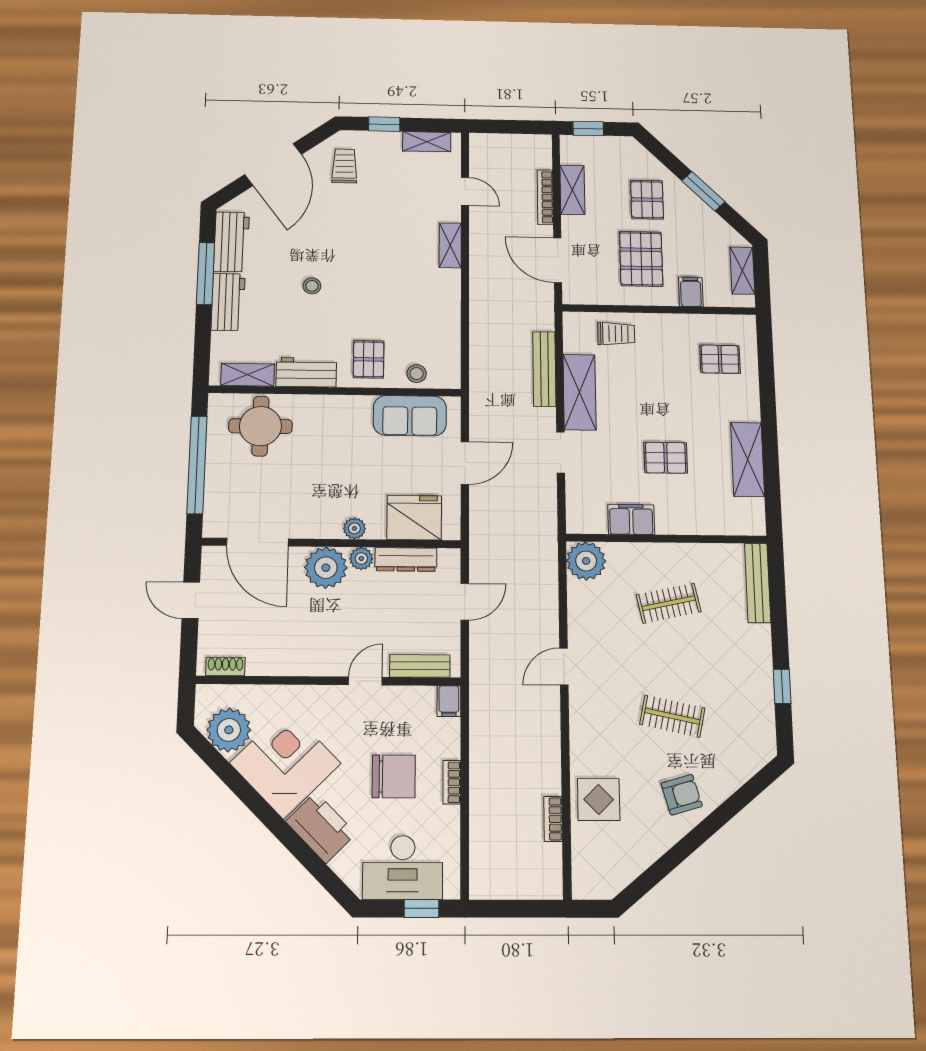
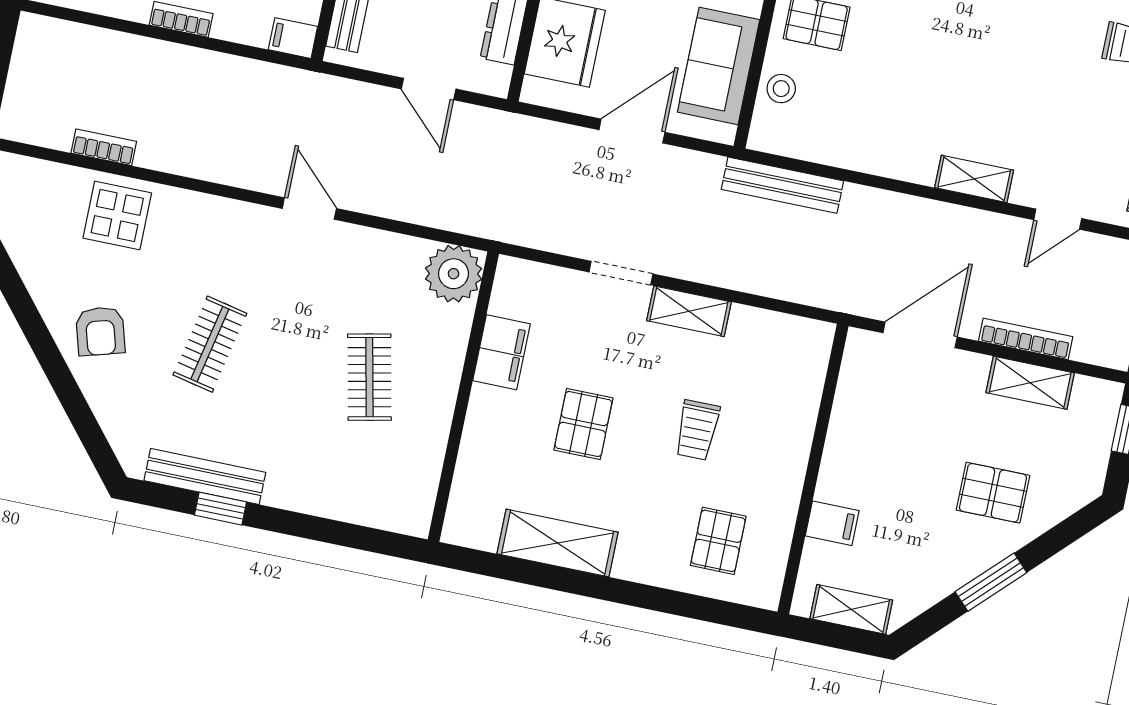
pallet: (641, 259) -> (899, 461), removed
trolley: (616, 334) -> (697, 430), moved
bench: (544, 369) -> (782, 185), moved
shelving: (579, 392) -> (689, 311), width x0.67, depth x0.75
door: (465, 463) -> (632, 131), swing flipped
bench: (758, 583) -> (205, 476), moved

